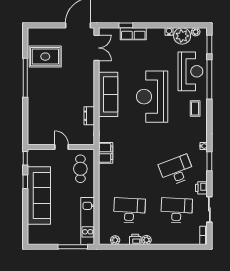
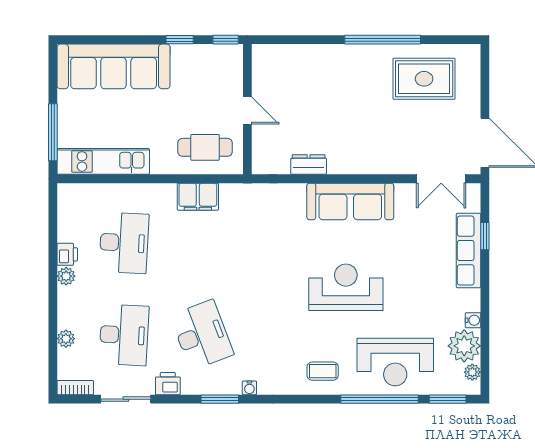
row of seats: (133, 34) -> (469, 250), width x1.48
rug: (45, 57) -> (424, 79), turned 90
reception desk: (152, 97) -> (346, 287), width x0.74, depth x0.77
door: (62, 147) -> (247, 111), hinge flipped
filing cabinet: (106, 153) -> (198, 197), moved
sofa: (39, 195) -> (114, 66), moved
plant: (115, 240) -> (66, 339), moved

